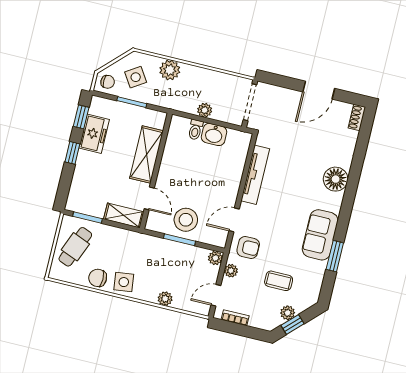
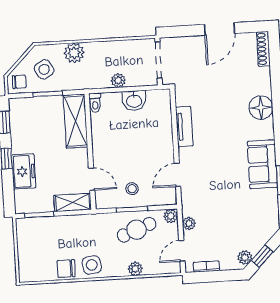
shoe rack: (357, 117) -> (263, 49), width x1.43
toilet: (195, 130) -> (95, 103), moved
freezer: (94, 134) -> (24, 171), moved
shelving: (147, 155) -> (75, 121), moved
tv unit: (255, 175) -> (184, 127), width x0.71
stool: (186, 220) -> (132, 189), width x0.53, depth x0.53
cafe table: (75, 247) -> (137, 230), moved, turned 47
armchair: (248, 247) -> (199, 197), removed
coffee table: (279, 281) -> (237, 219), removed
plant: (288, 313) -> (245, 257), moved

